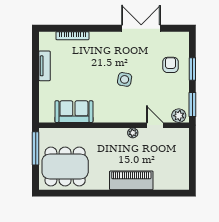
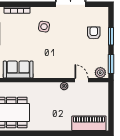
side table: (125, 79) -> (44, 27), moved
piano: (131, 180) -> (89, 123), moved

